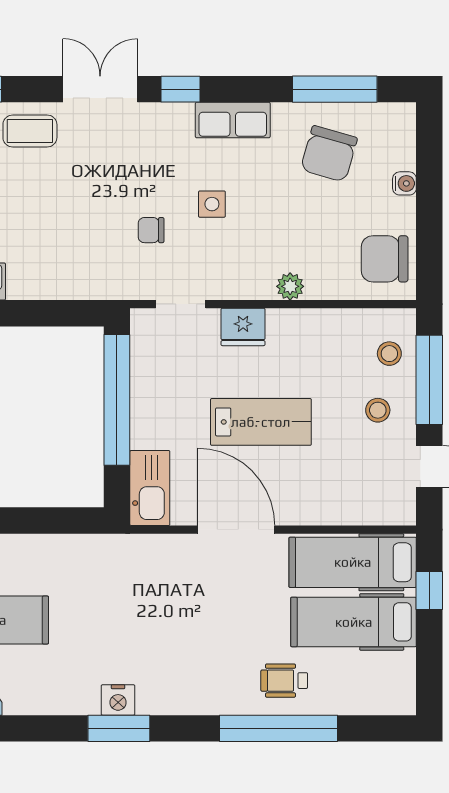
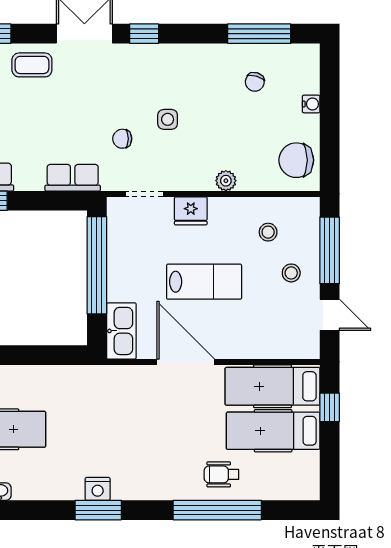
row of seats: (233, 120) -> (73, 178), moved, turned 180
chair: (329, 154) -> (255, 82), width x0.54, depth x0.54
stool: (389, 354) -> (268, 232), moved

